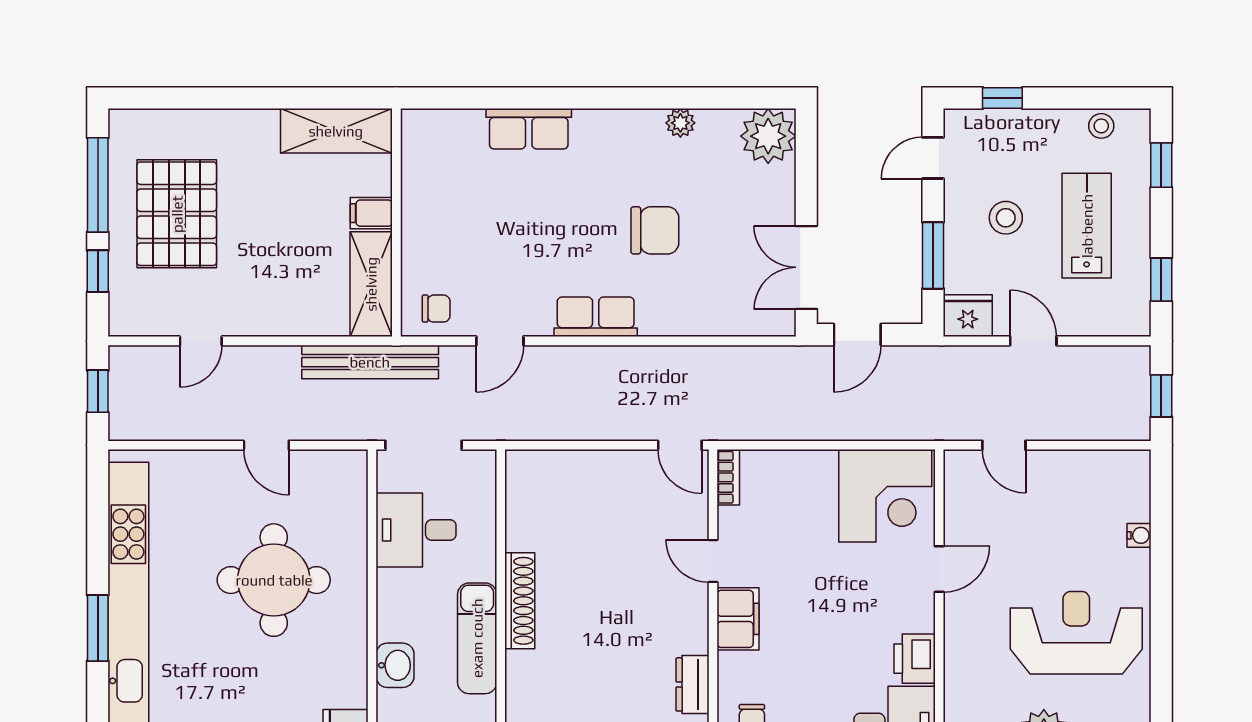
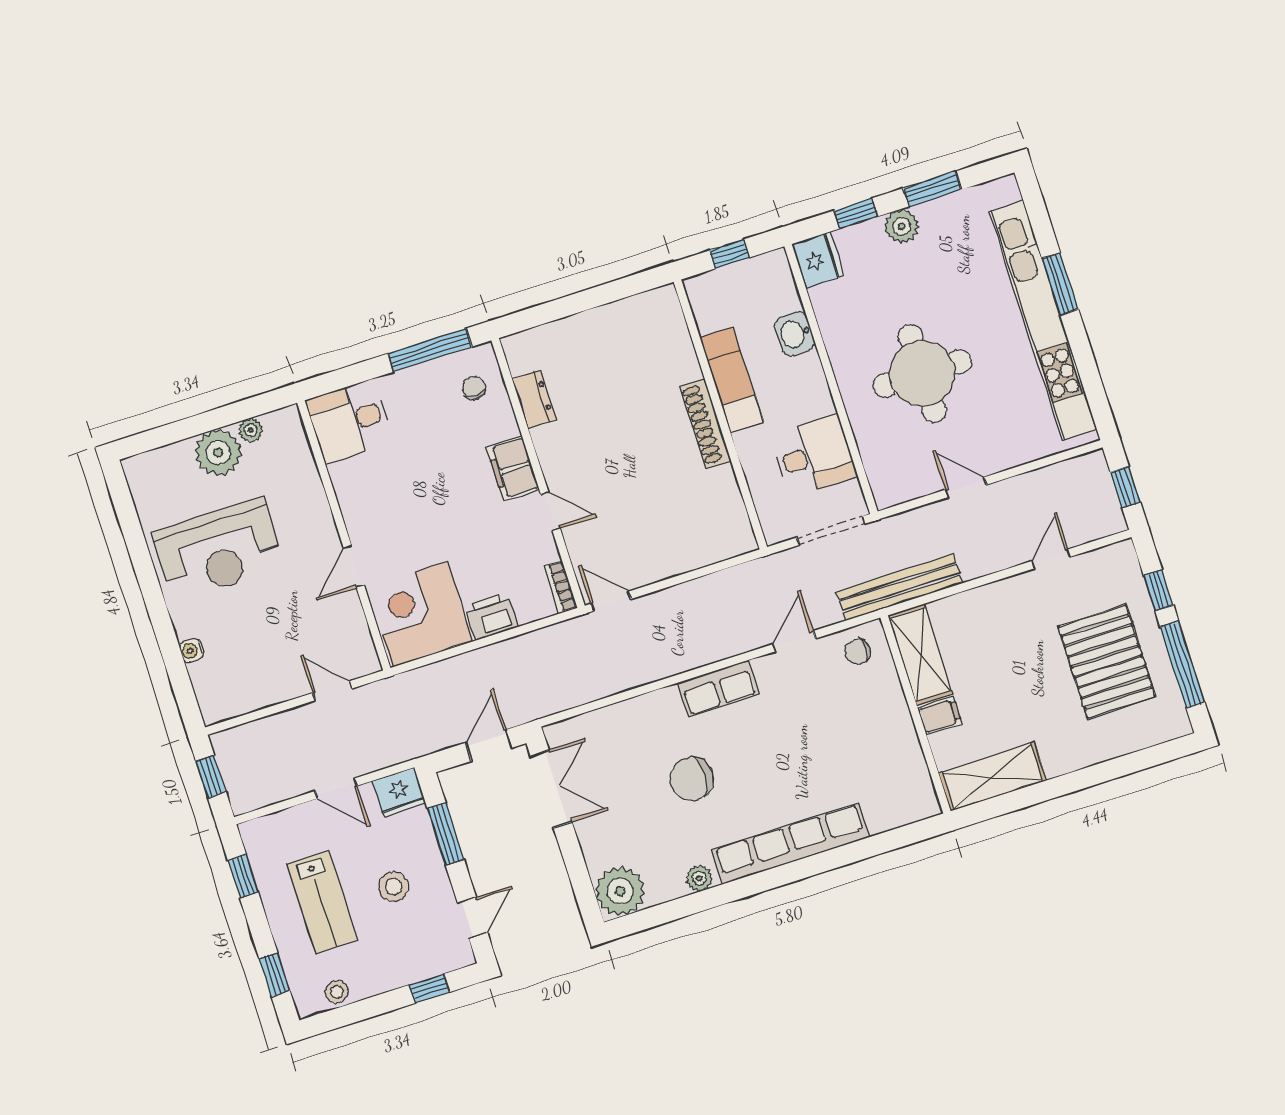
row of seats: (529, 129) -> (790, 843), width x2.02
printer: (915, 659) -> (491, 616), moved, turned -90

